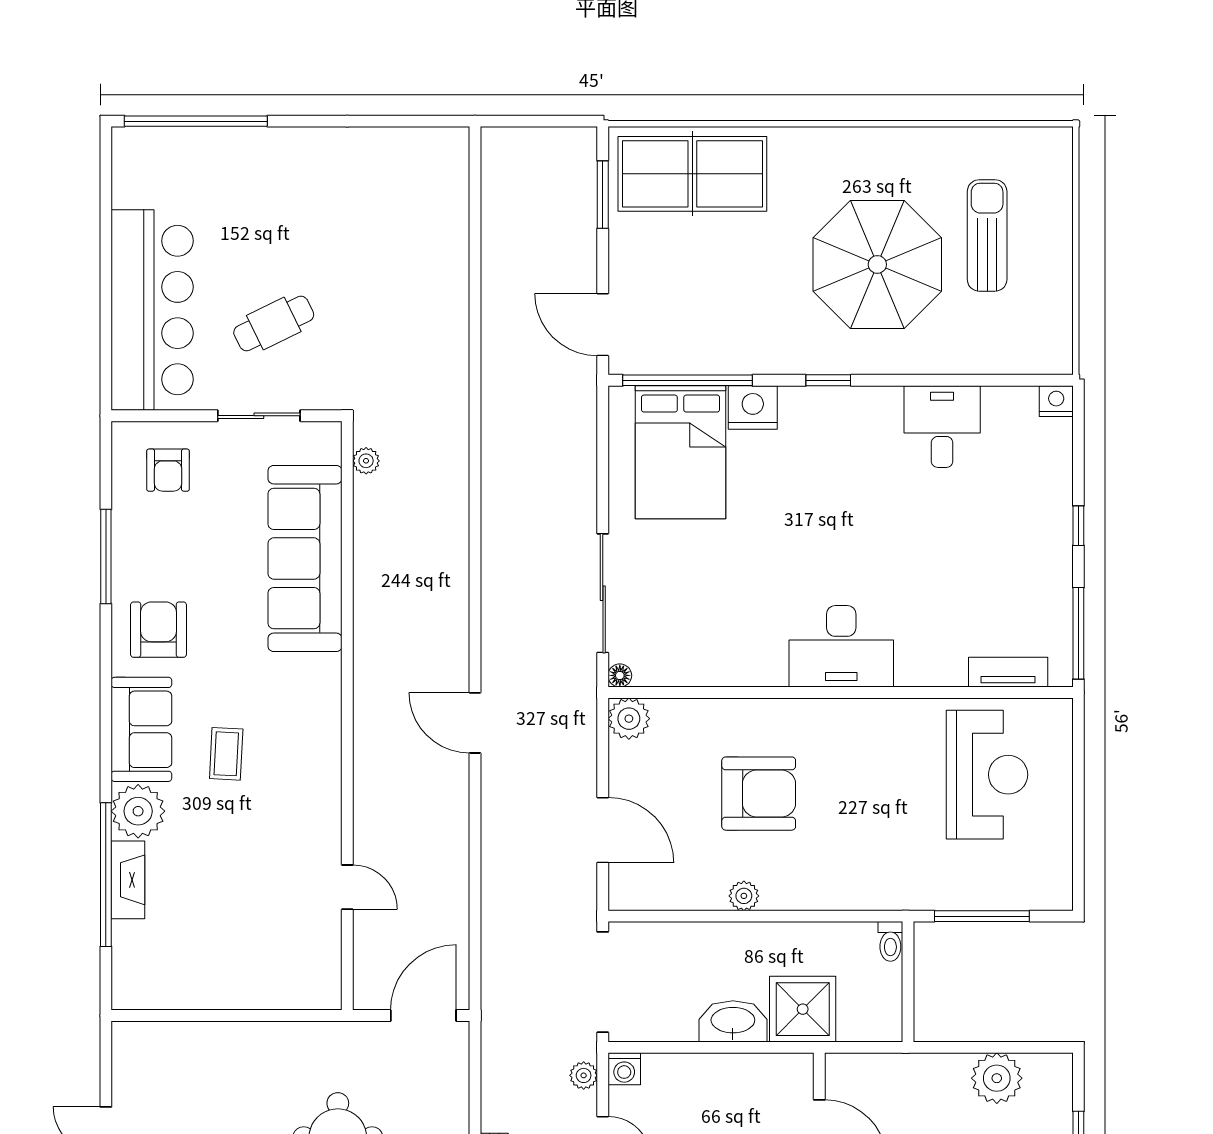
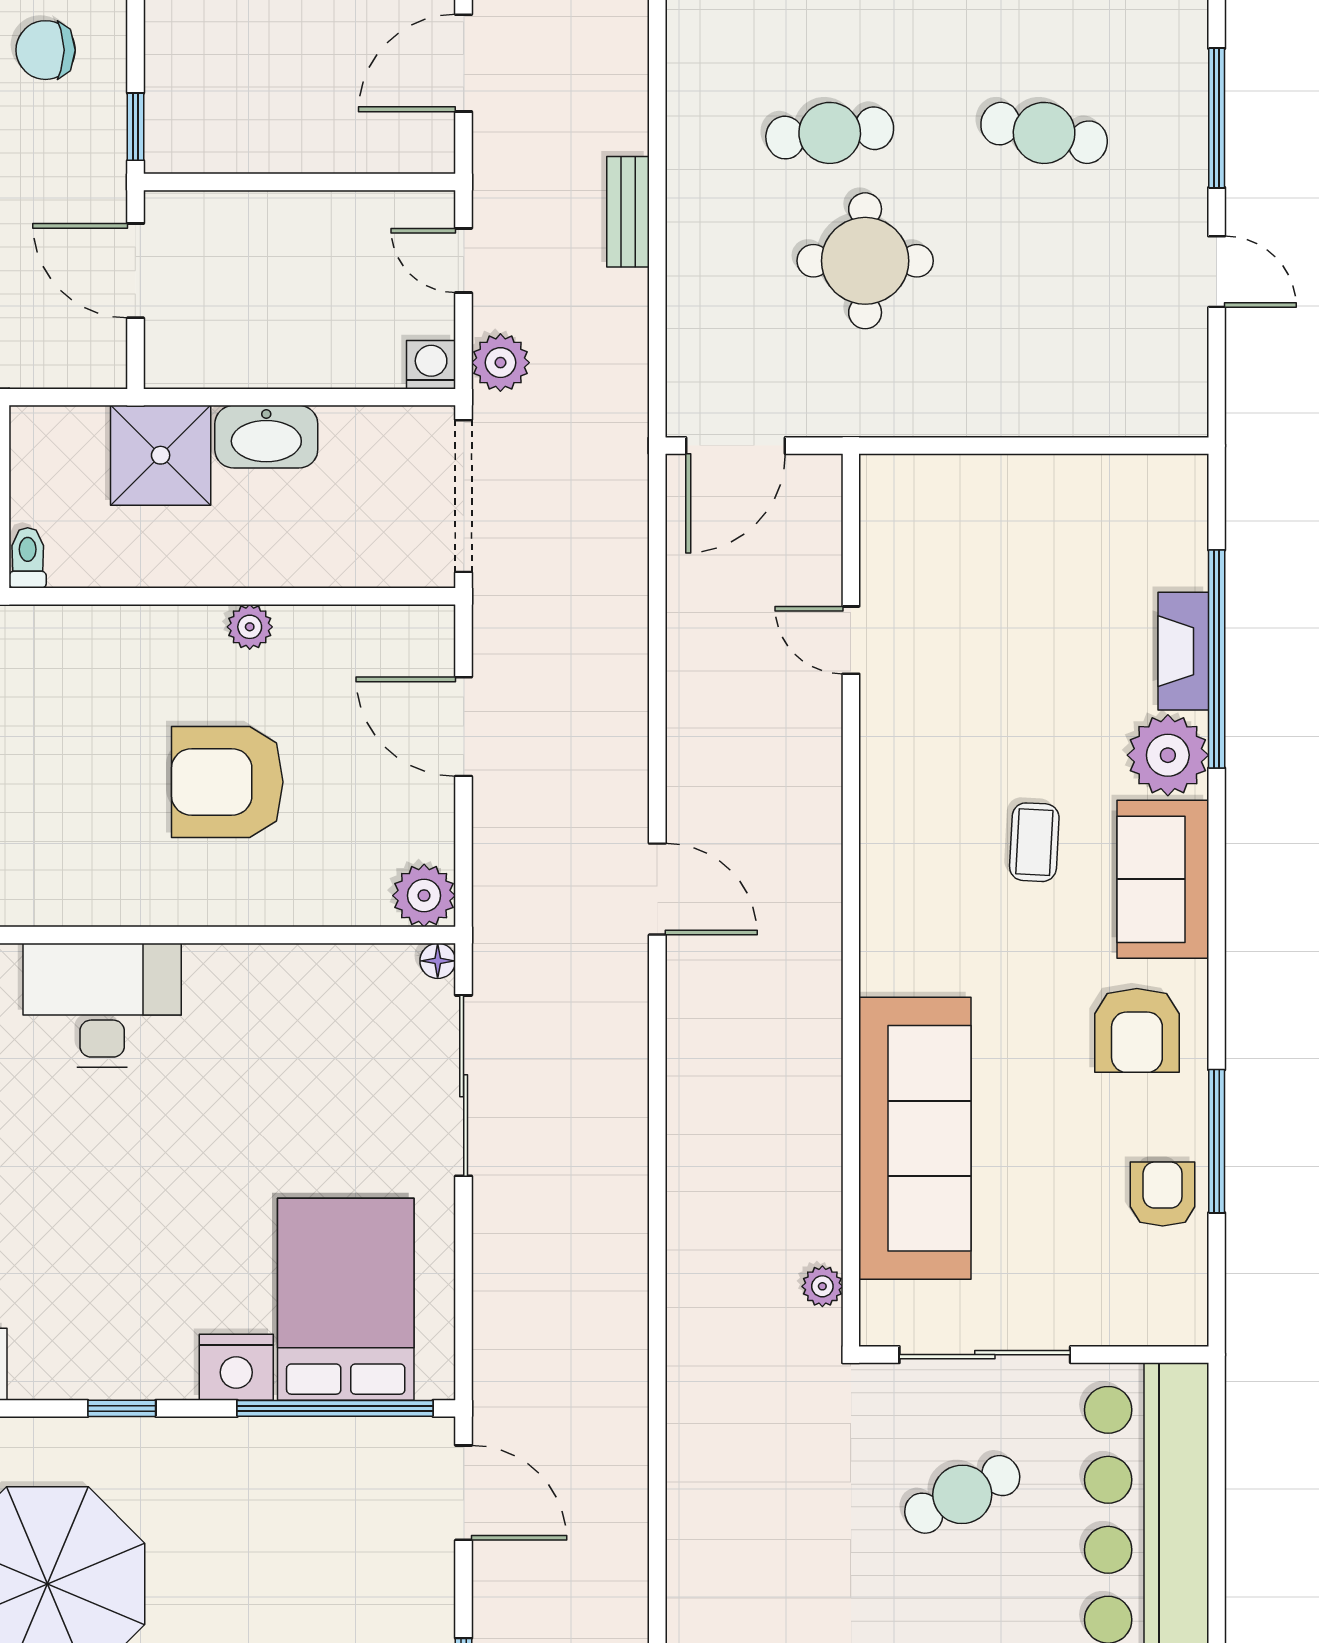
sliding door: (259, 416) -> (985, 1355), width x1.37
armchair: (168, 470) -> (1163, 1194), moved
plant: (584, 1075) -> (500, 363), width x1.38, depth x1.38

